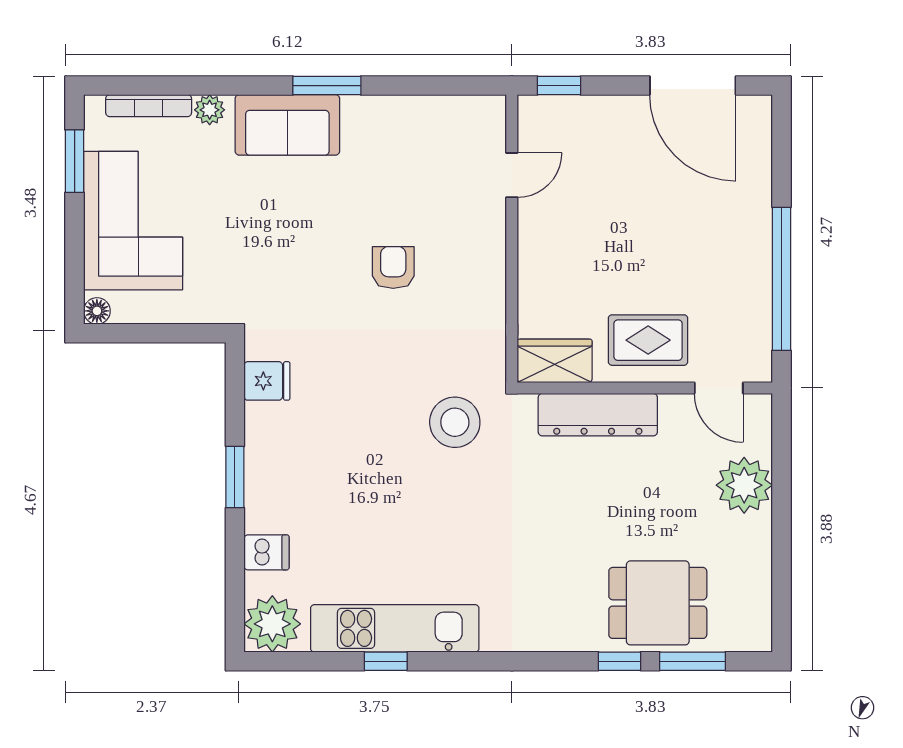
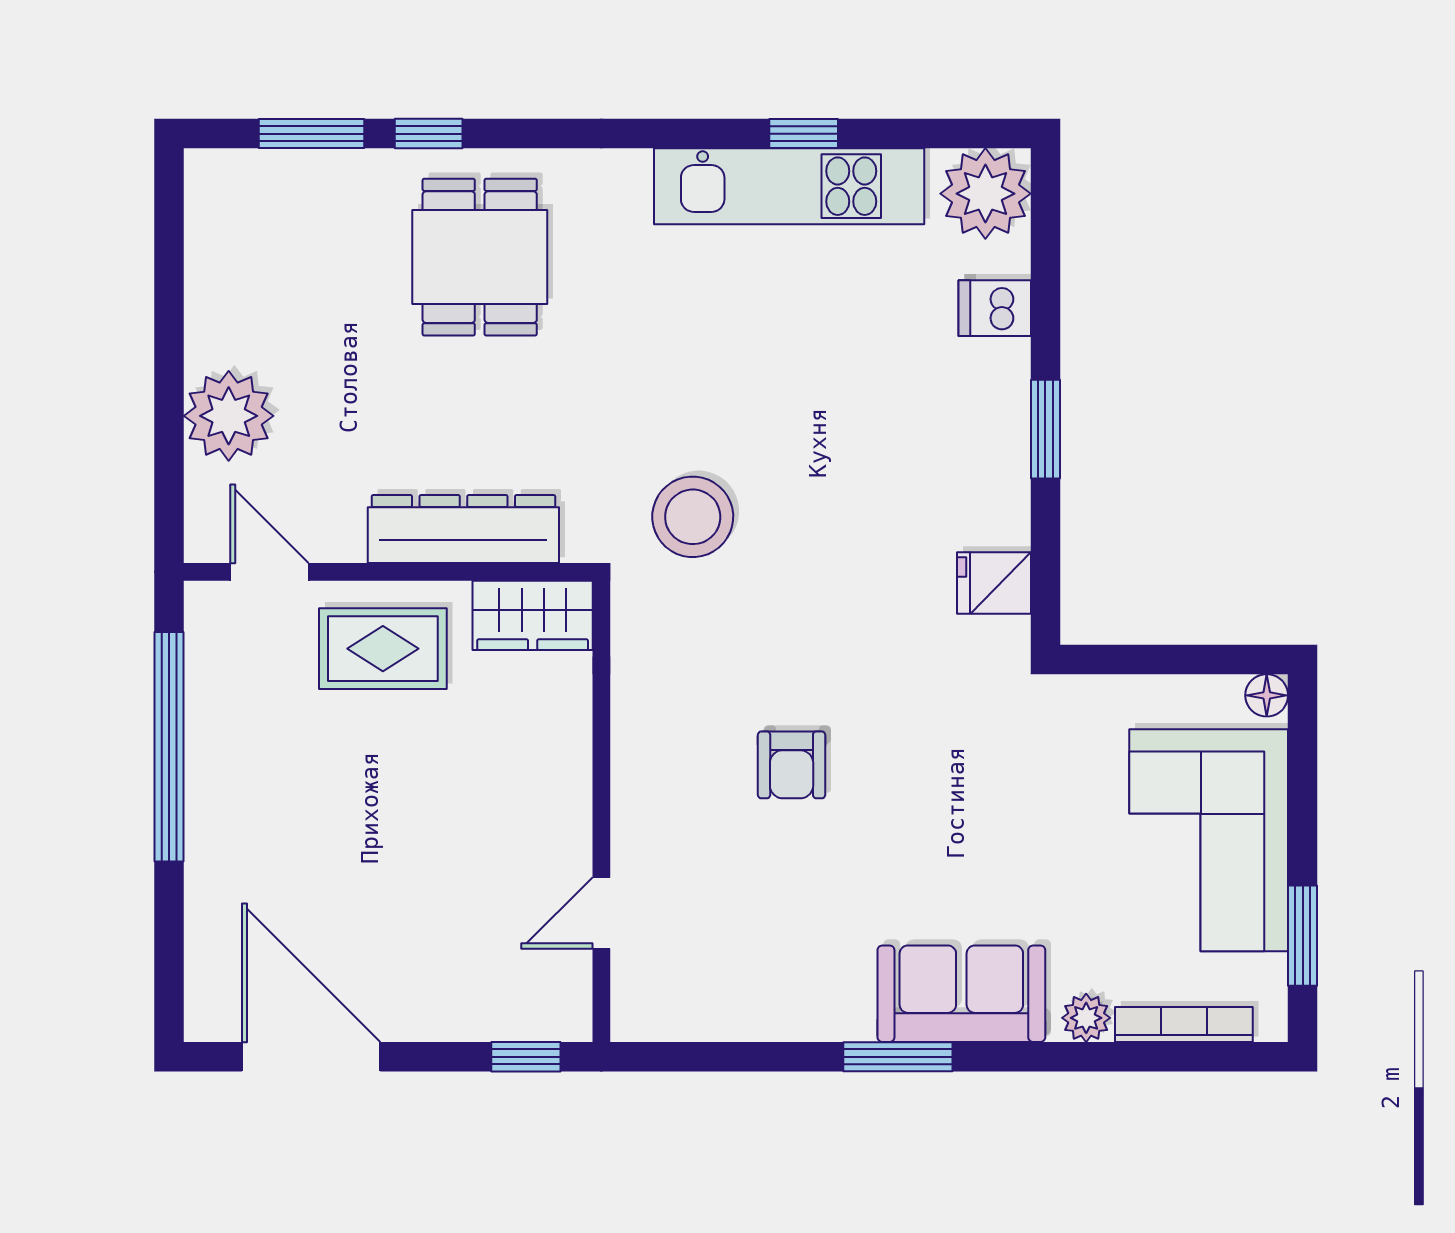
dining table: (658, 603) -> (480, 257), moved, turned 90

